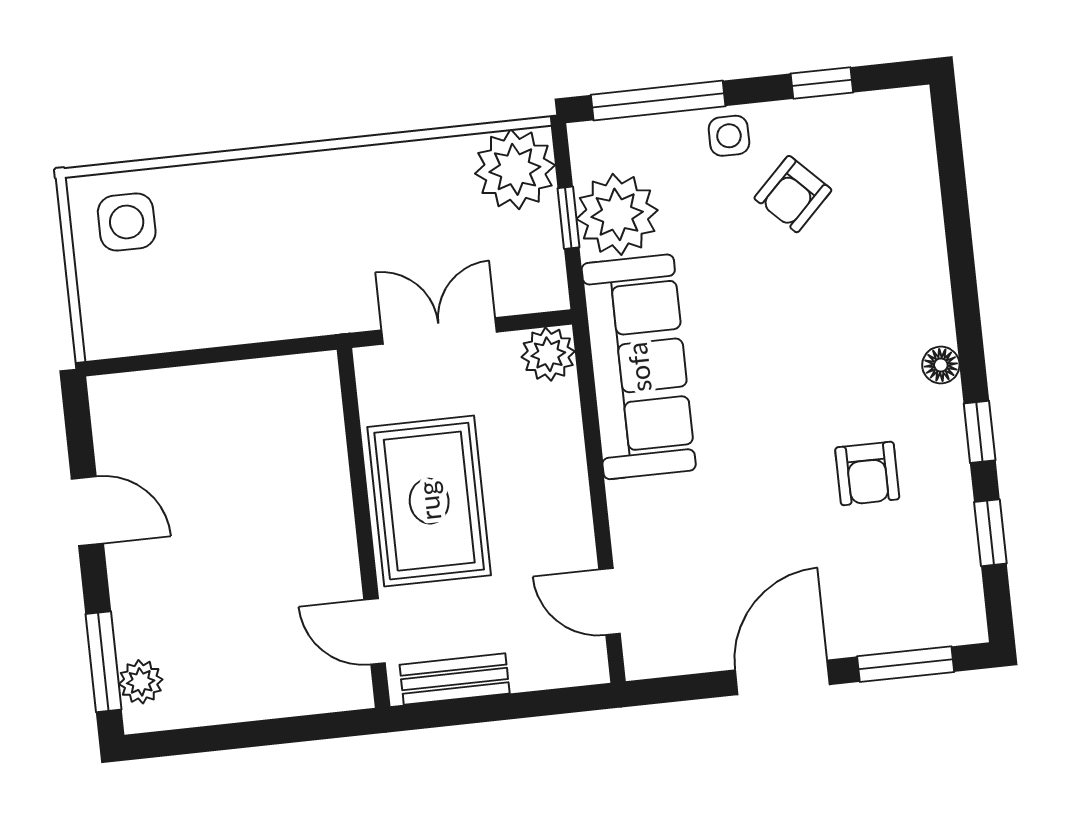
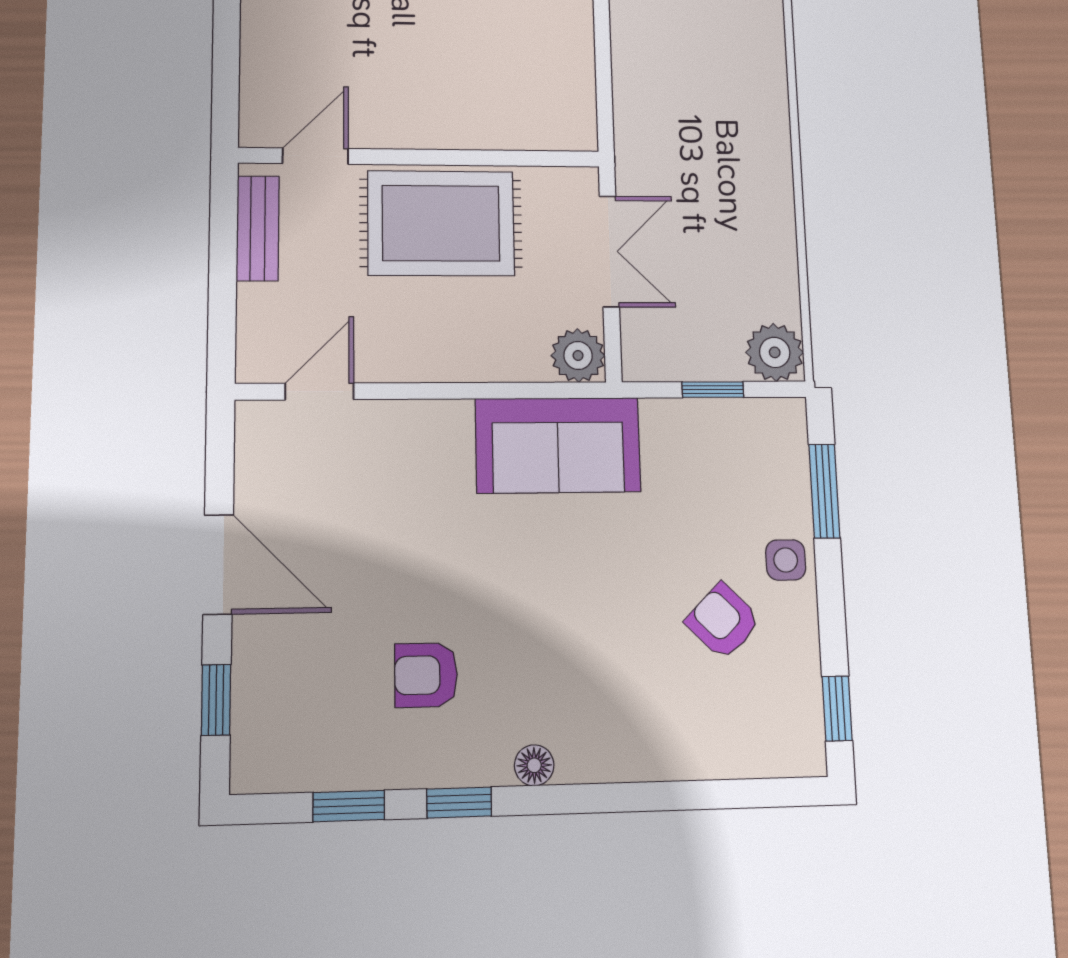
window: (822, 83) -> (837, 708), moved
window: (658, 100) -> (824, 491), width x0.69
plant: (515, 169) -> (775, 352), width x0.73, depth x0.73
plant: (617, 214) -> (713, 438), removed
sofa: (639, 367) -> (558, 445), width x0.73
window: (906, 664) -> (216, 700), width x0.67

